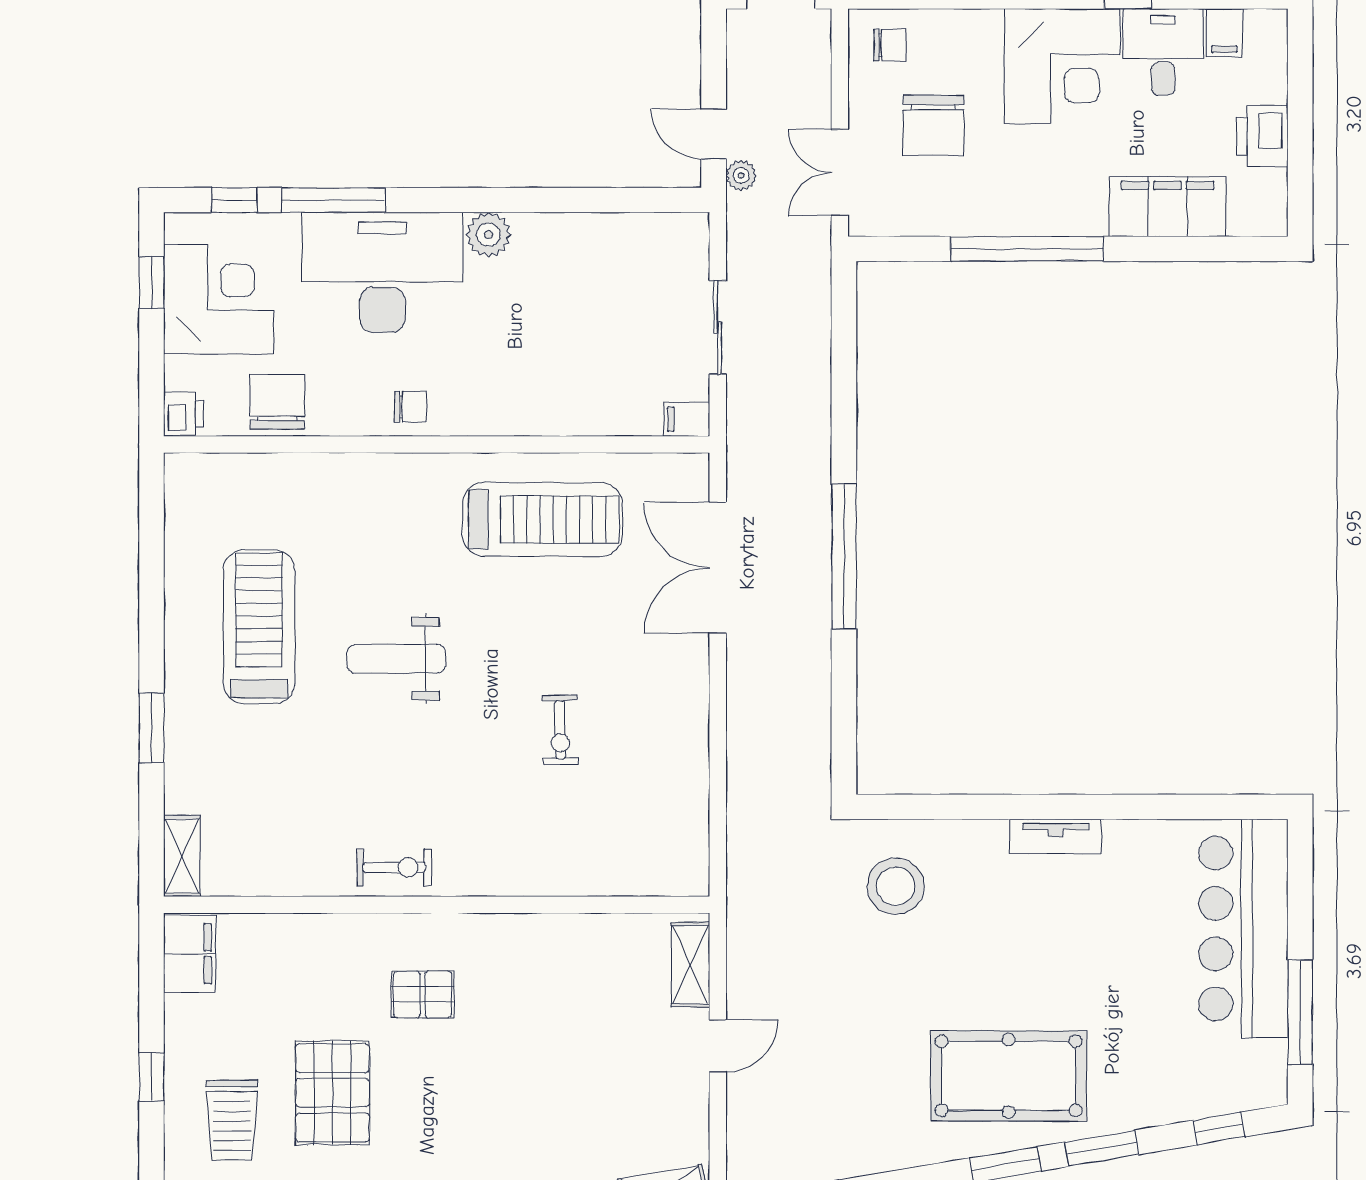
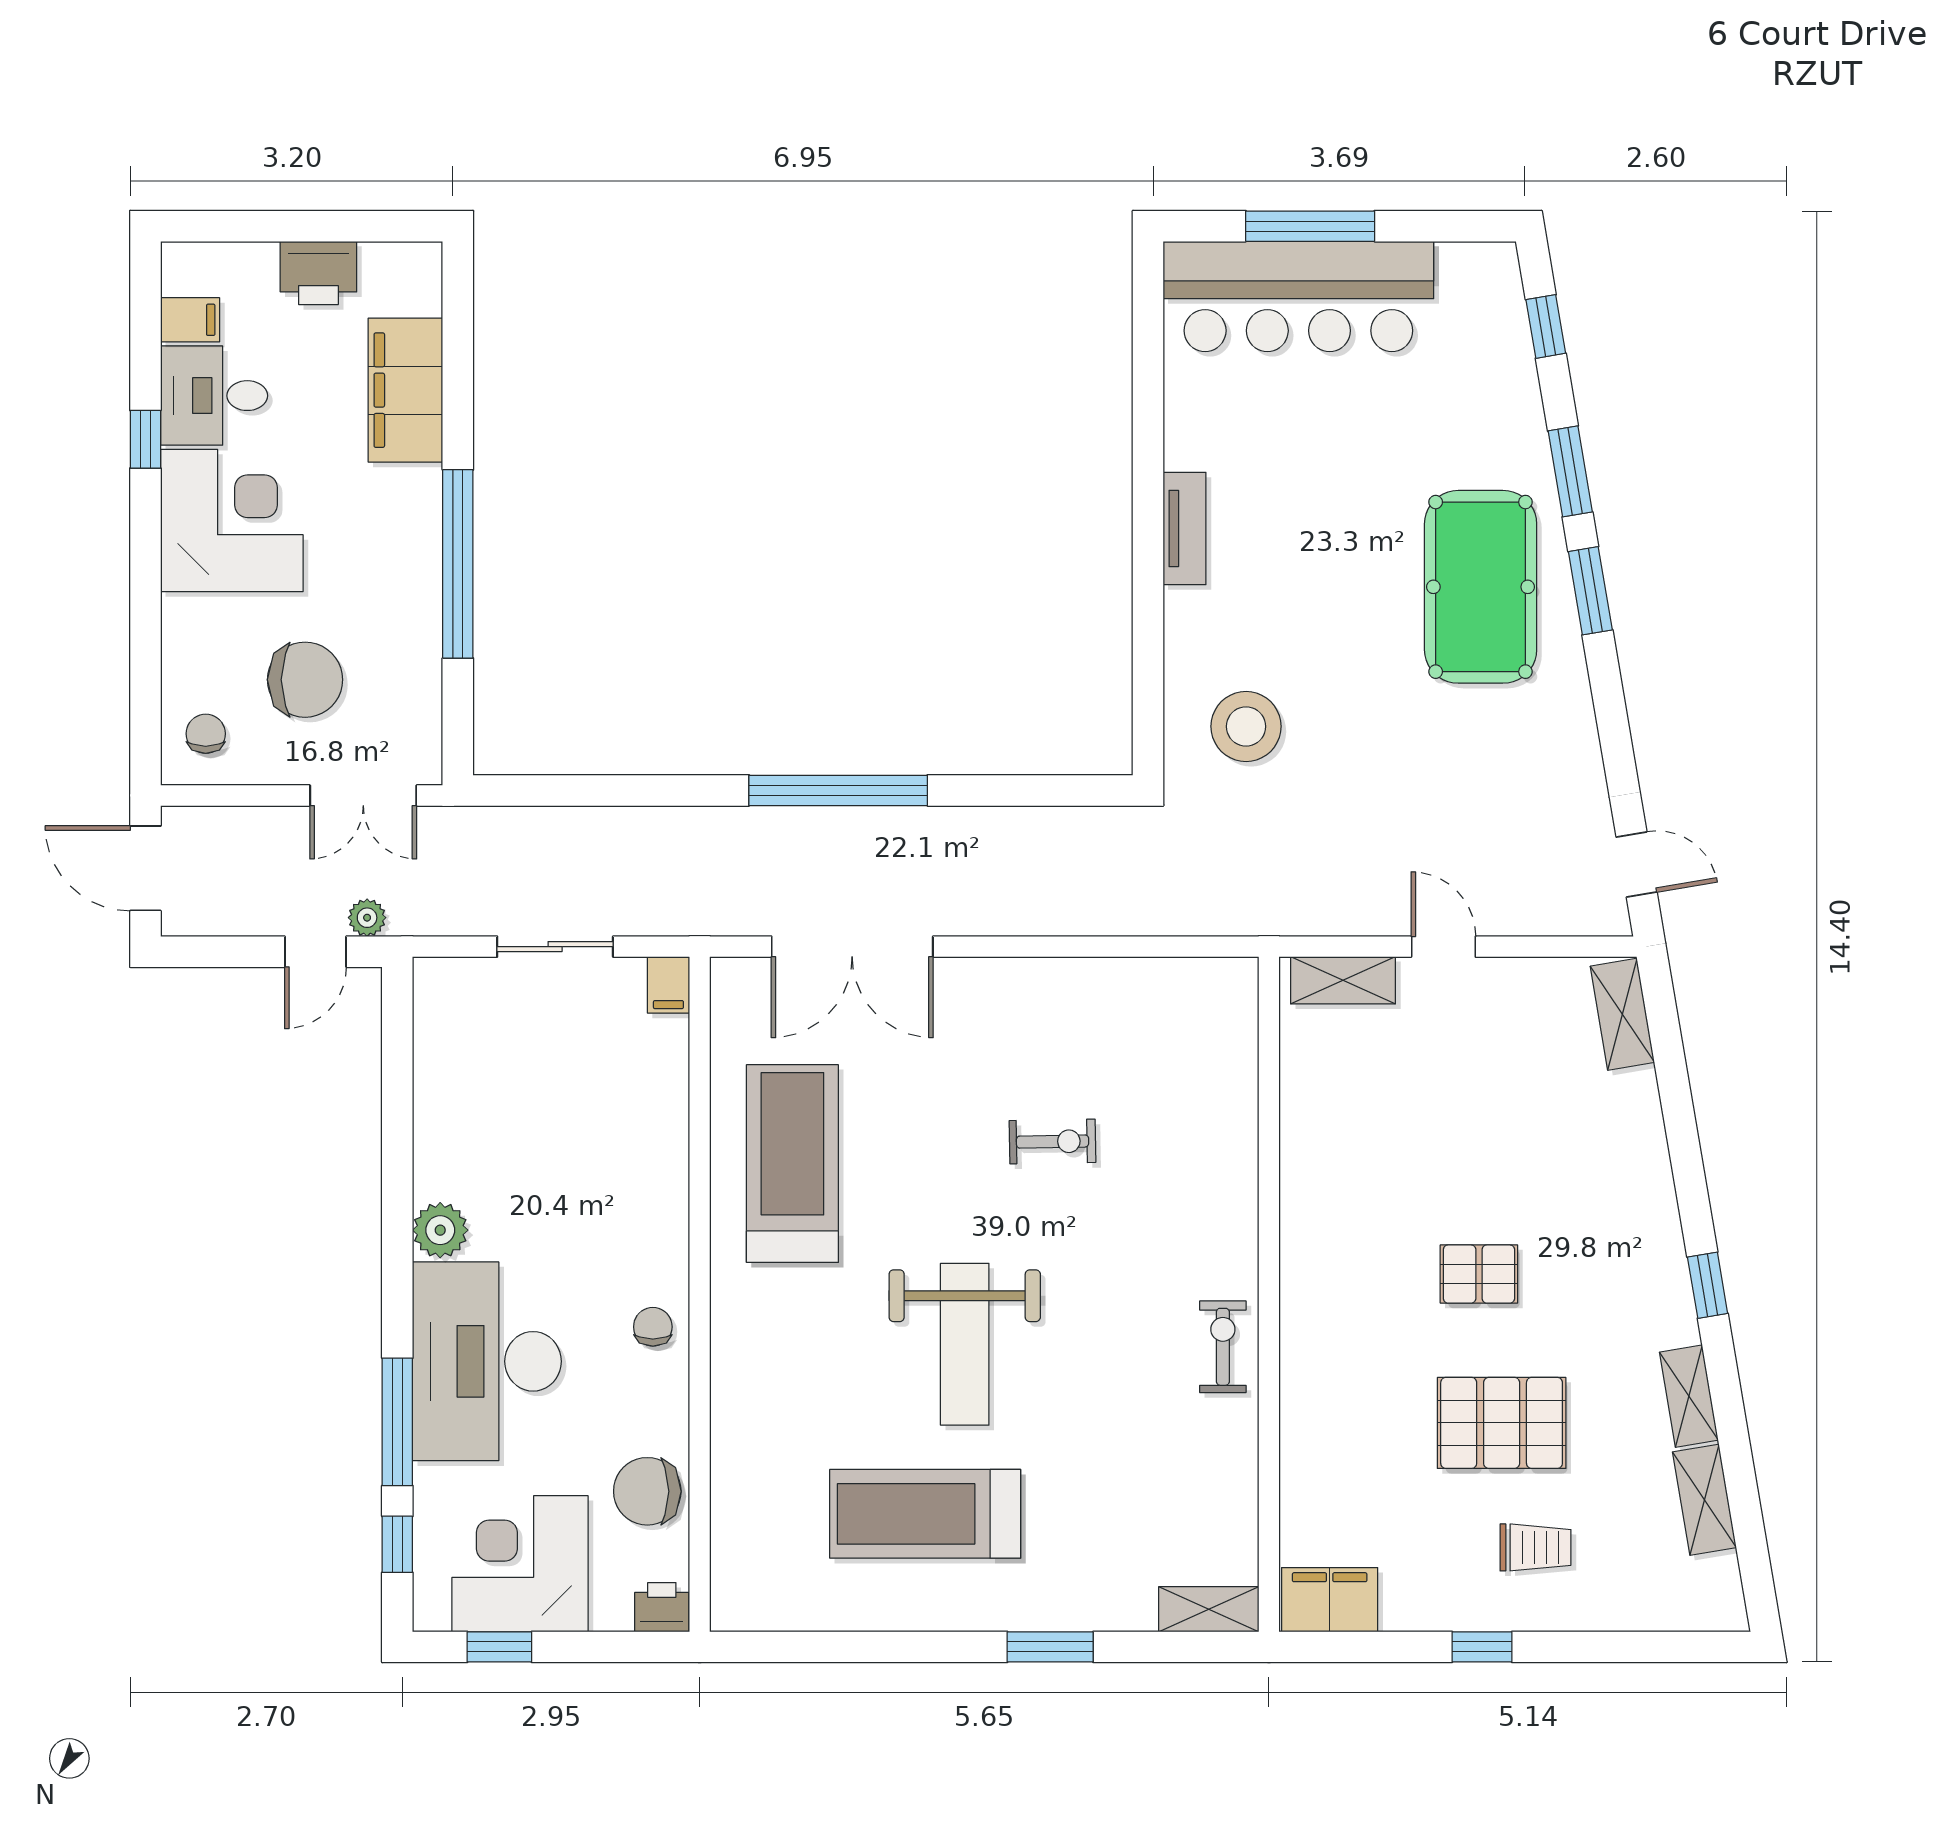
weight bench: (396, 659) -> (965, 1344), width x1.36, depth x1.33
pallet: (423, 994) -> (1479, 1274), moved, turned 90
window: (1300, 1012) -> (1310, 226), moved
trolley: (232, 1120) -> (1536, 1547), width x0.73, depth x0.72

